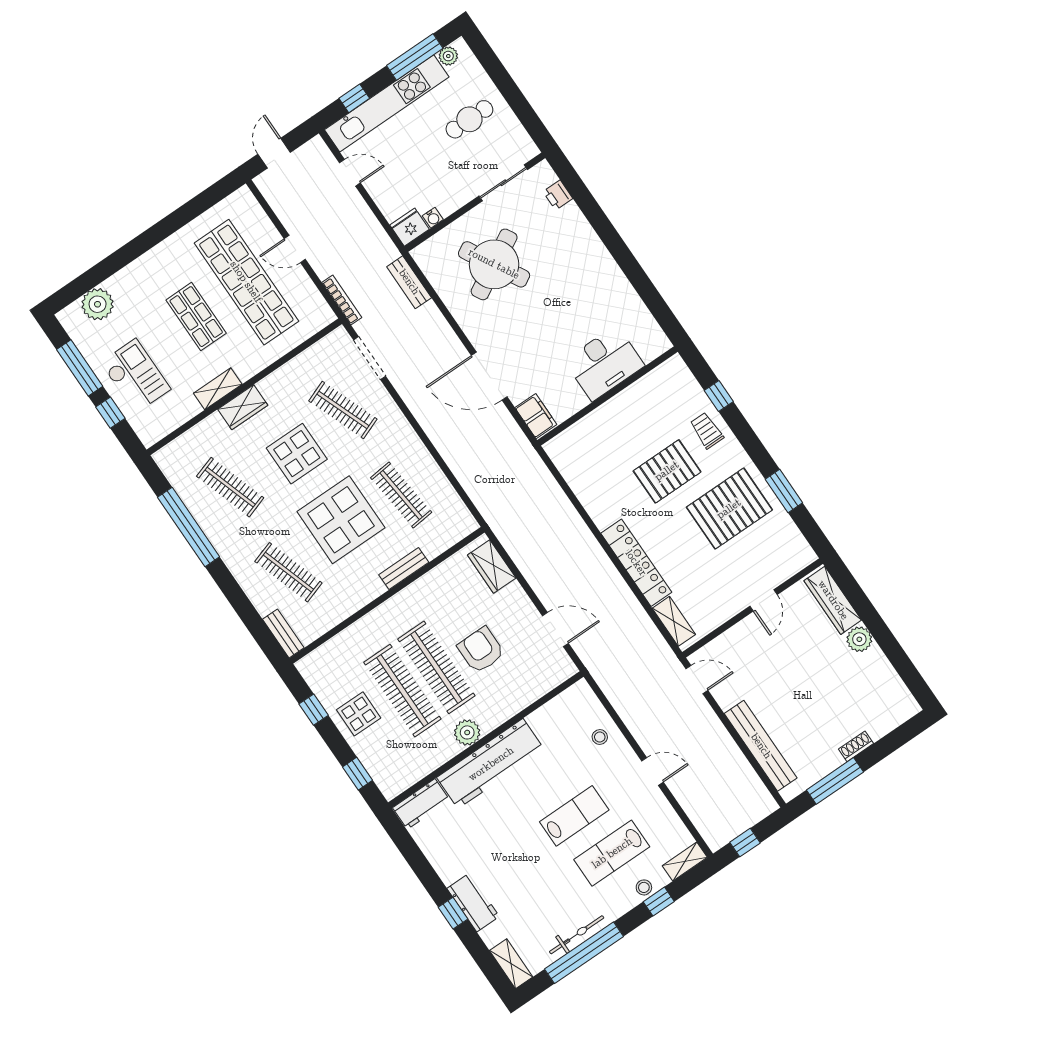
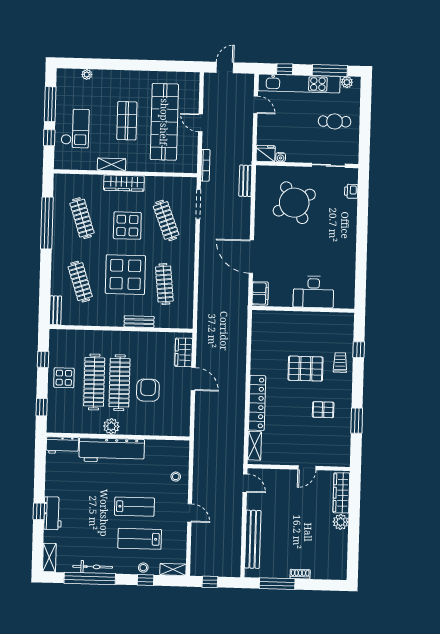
plant: (98, 304) -> (87, 74), width x0.53, depth x0.53
wardrobe: (243, 407) -> (124, 183), width x1.50
pallet: (729, 509) -> (323, 410), width x0.49, depth x0.50
door: (555, 629) -> (193, 379), moved

